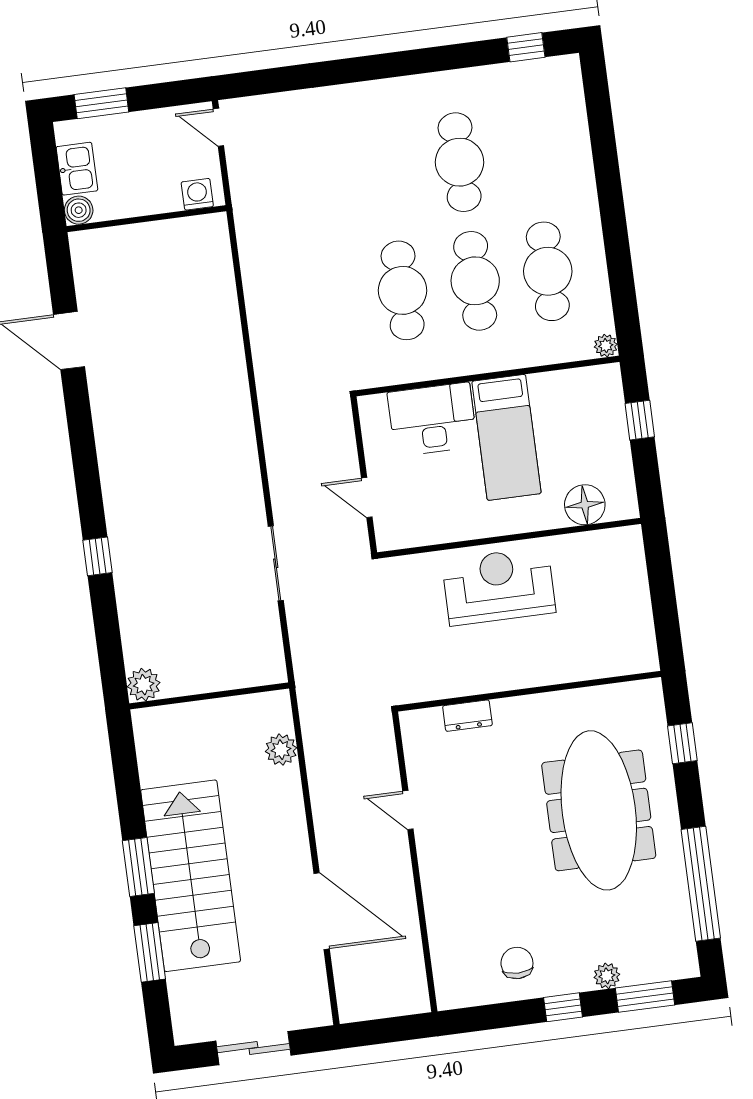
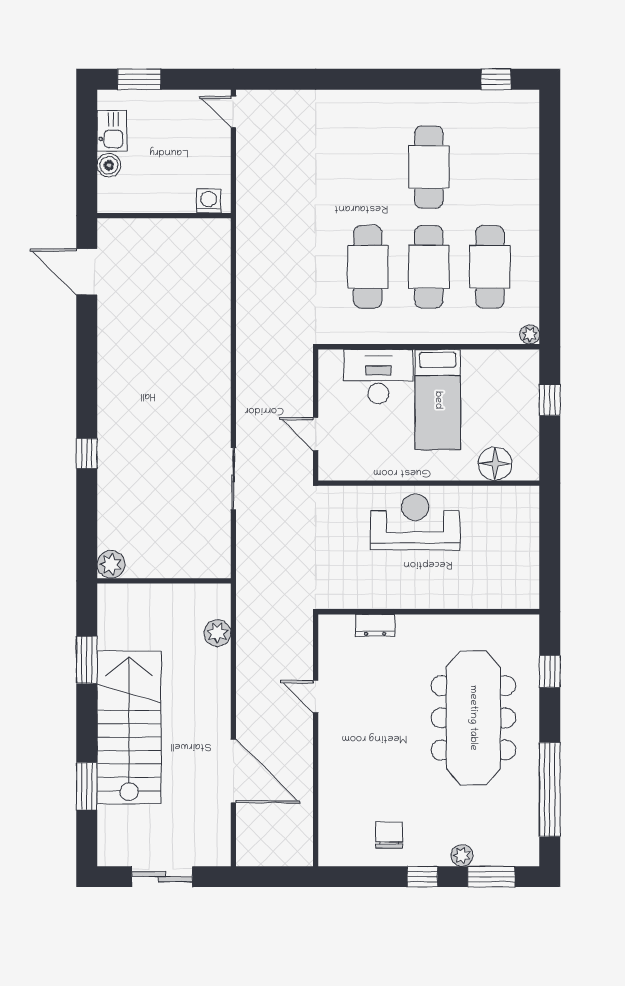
washing machine: (197, 194) -> (209, 201), moved
wall: (146, 219) -> (164, 216), moved
window: (138, 867) -> (87, 660), moved

